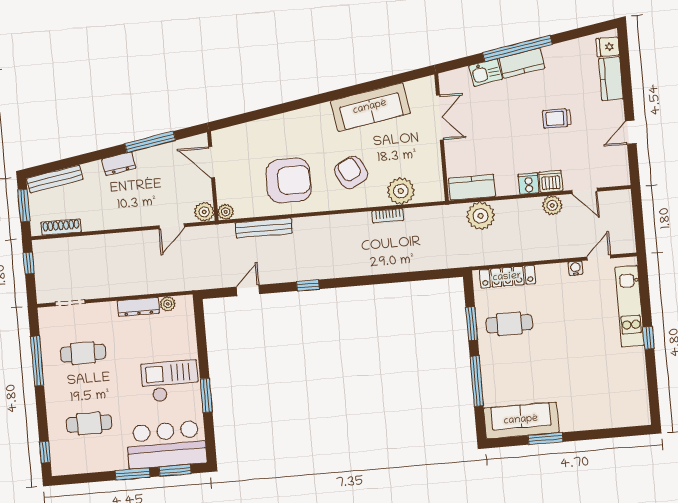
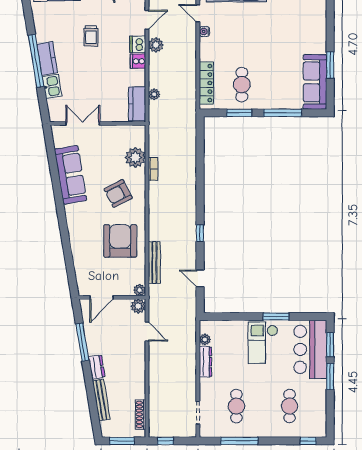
bench: (55, 179) -> (101, 400), moved
plant: (481, 216) -> (154, 94), width x0.53, depth x0.53

